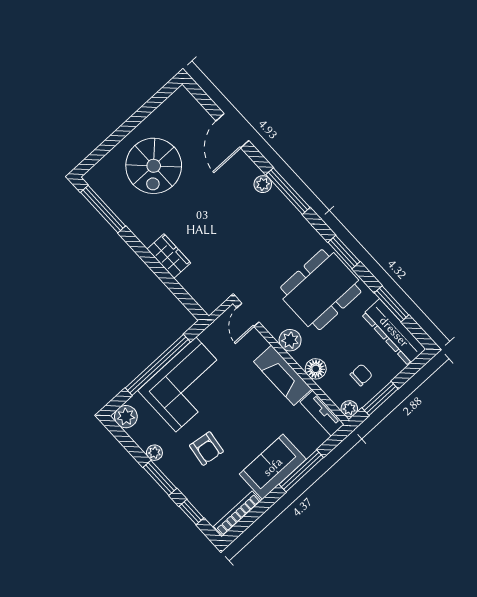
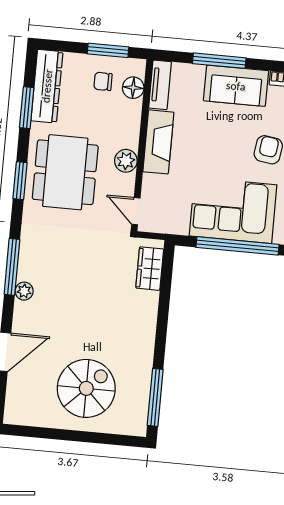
wardrobe: (169, 256) -> (150, 269), moved
dining table: (321, 290) -> (65, 172), turned 90
door: (248, 315) -> (136, 211), swing flipped
floor lamp: (316, 369) -> (133, 88), moved
plant: (349, 409) -> (137, 67), removed

